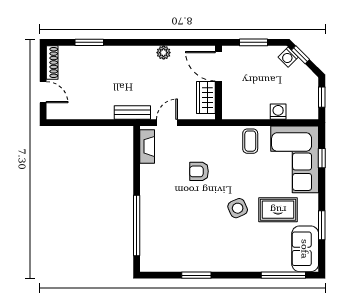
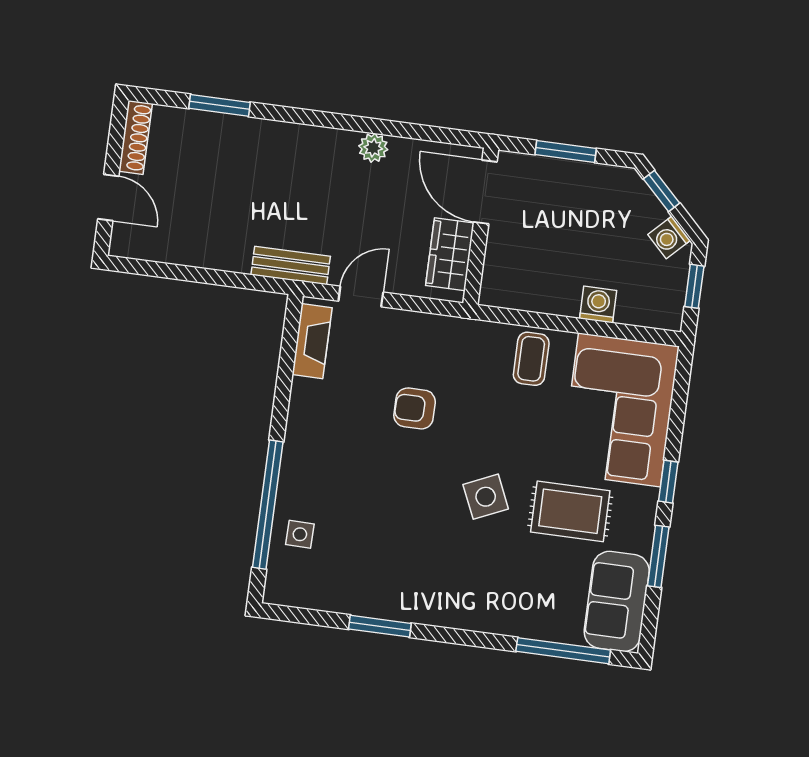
washing machine: (288, 57) -> (669, 238), moved
window: (322, 158) -> (668, 482), moved
side table: (153, 237) -> (300, 534), added

